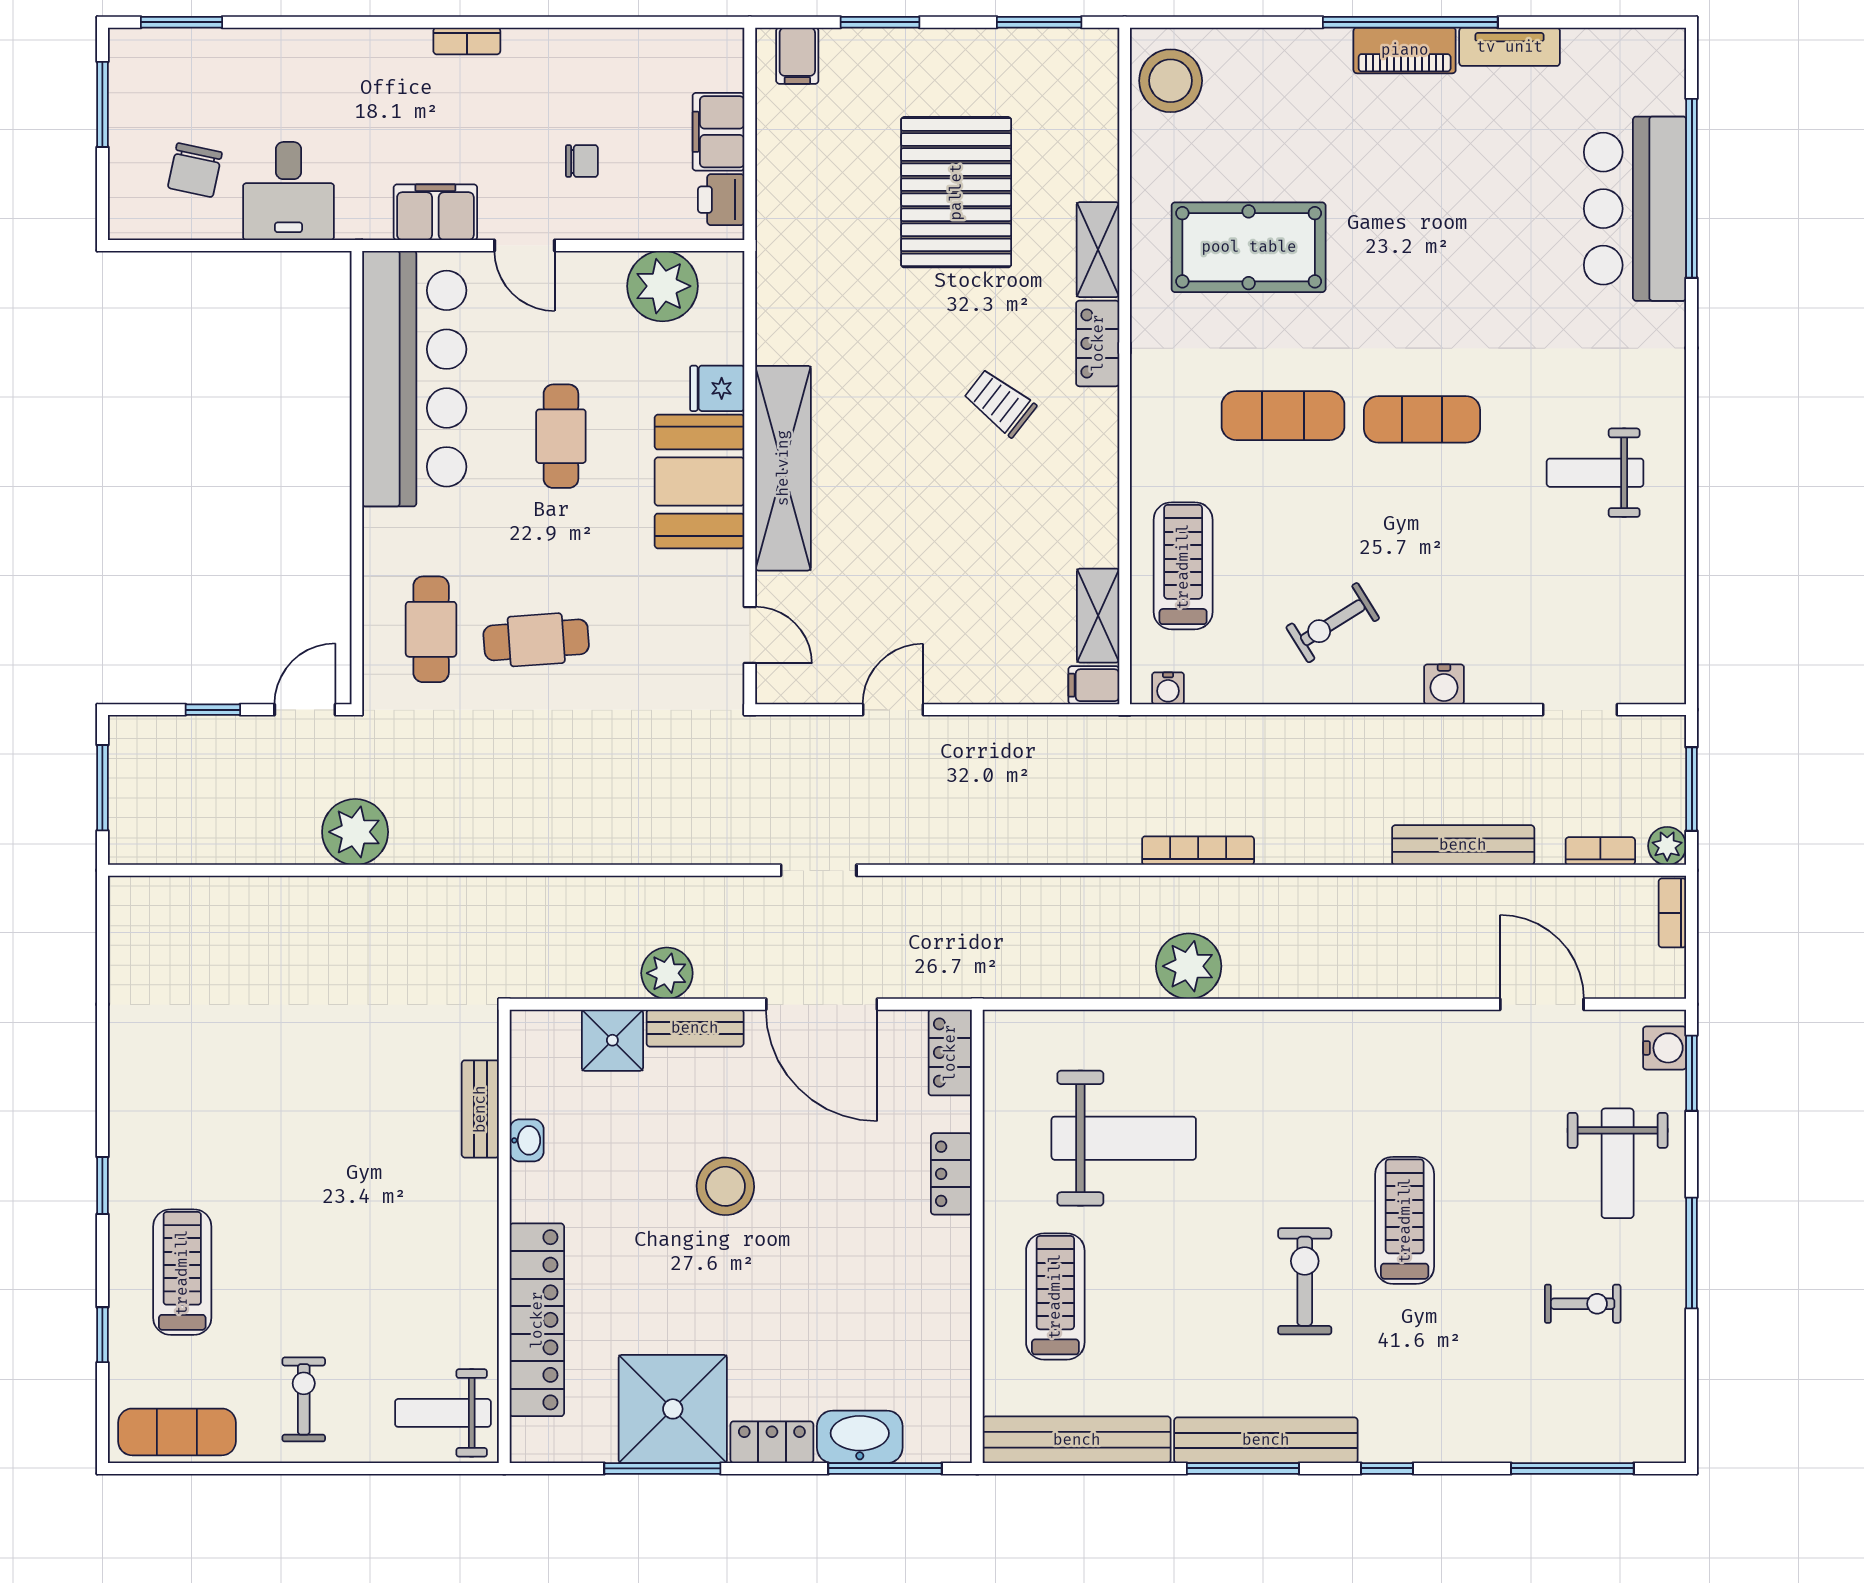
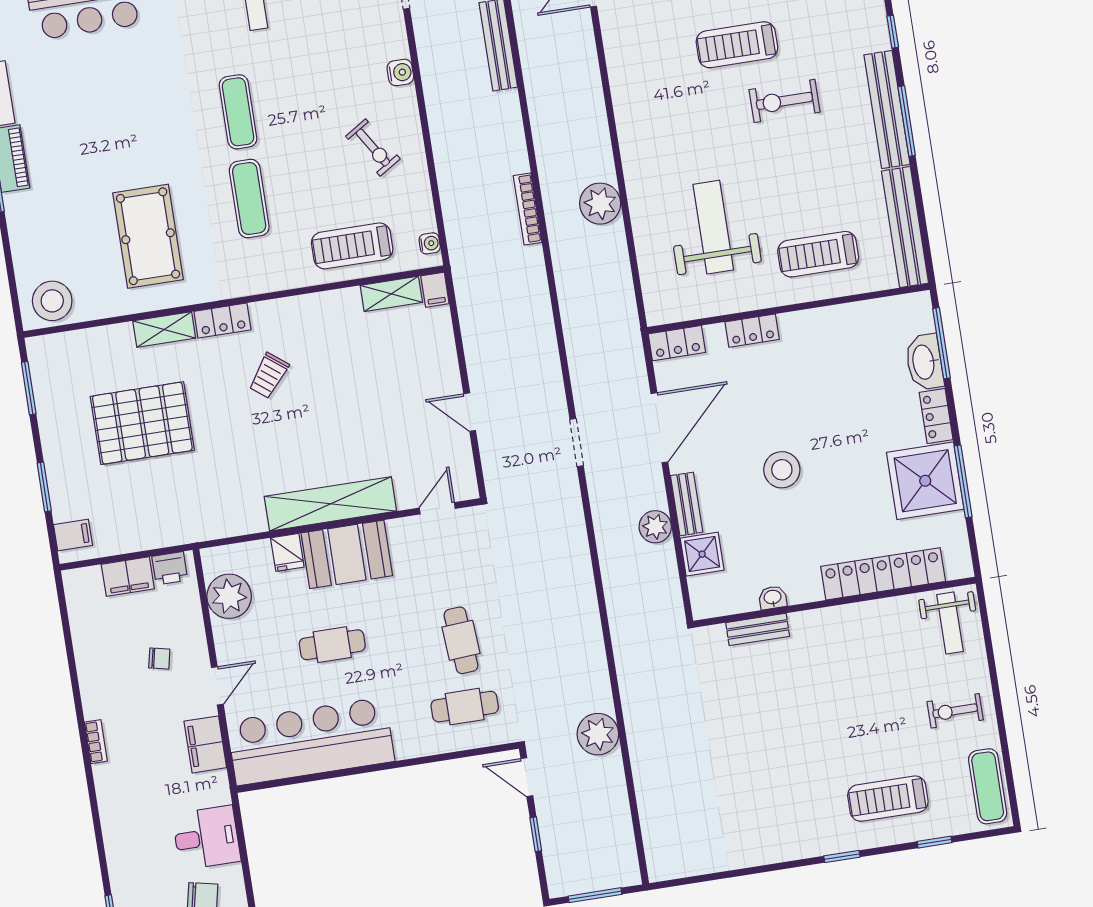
chair: (582, 161) -> (159, 658), turned 102

